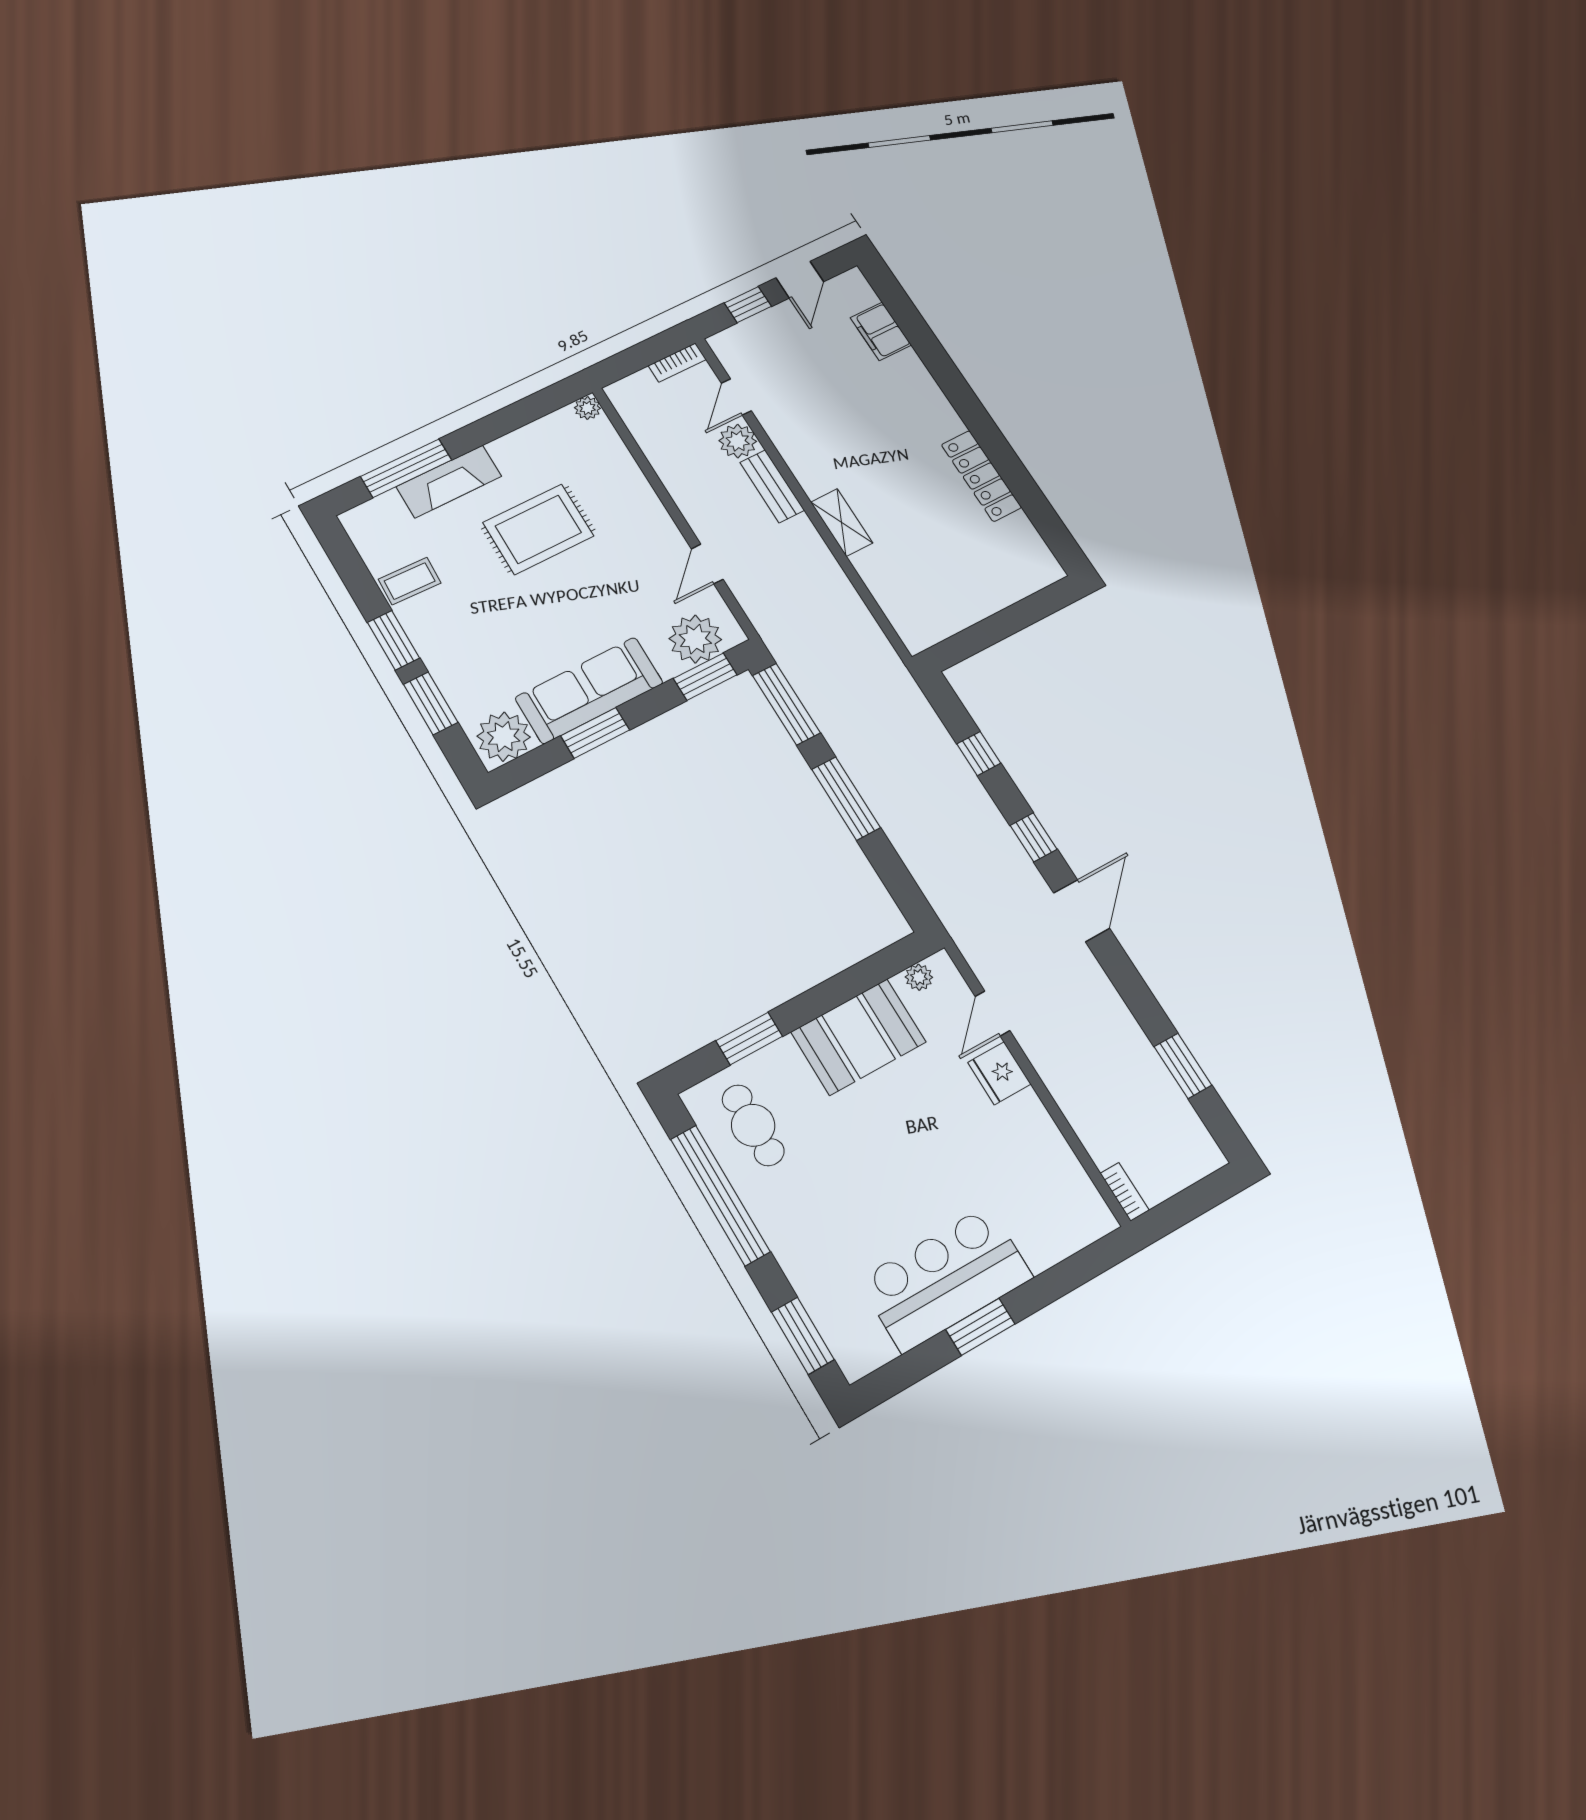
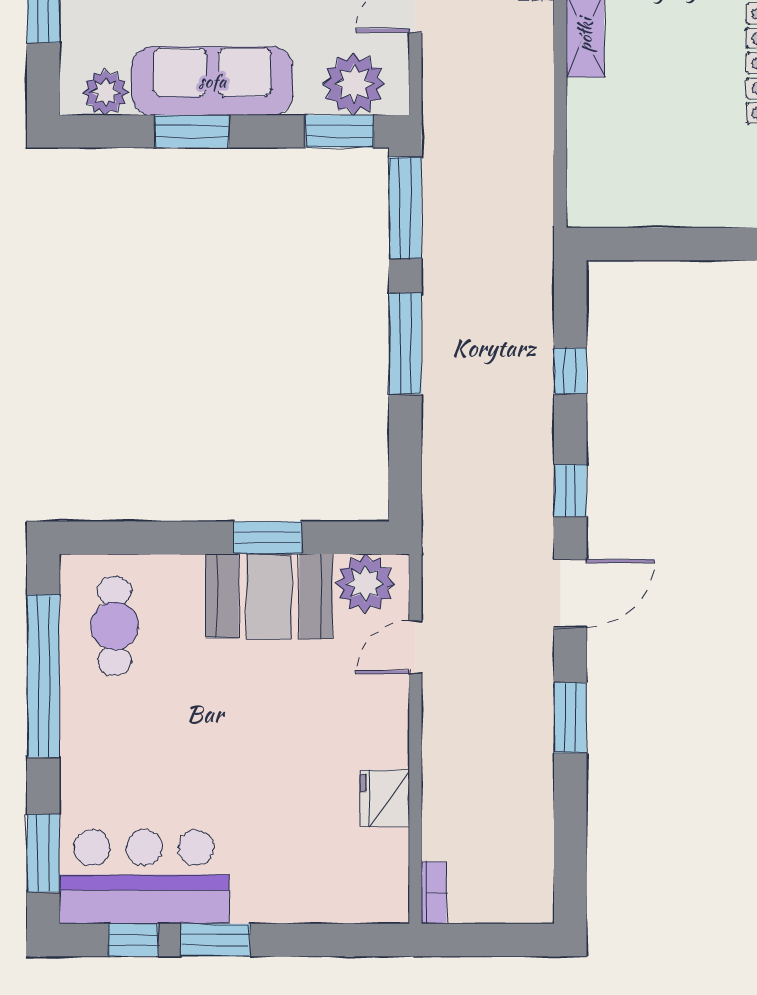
plant: (504, 737) -> (105, 92), width x0.73, depth x0.73
plant: (919, 977) -> (365, 583), width x1.88, depth x1.88
window: (749, 1039) -> (268, 538), moved
window: (1183, 1066) -> (570, 718), moved
fridge: (999, 1073) -> (385, 798), moved
bar counter: (946, 1279) -> (144, 877), moved
window: (916, 1365) -> (133, 940), added

